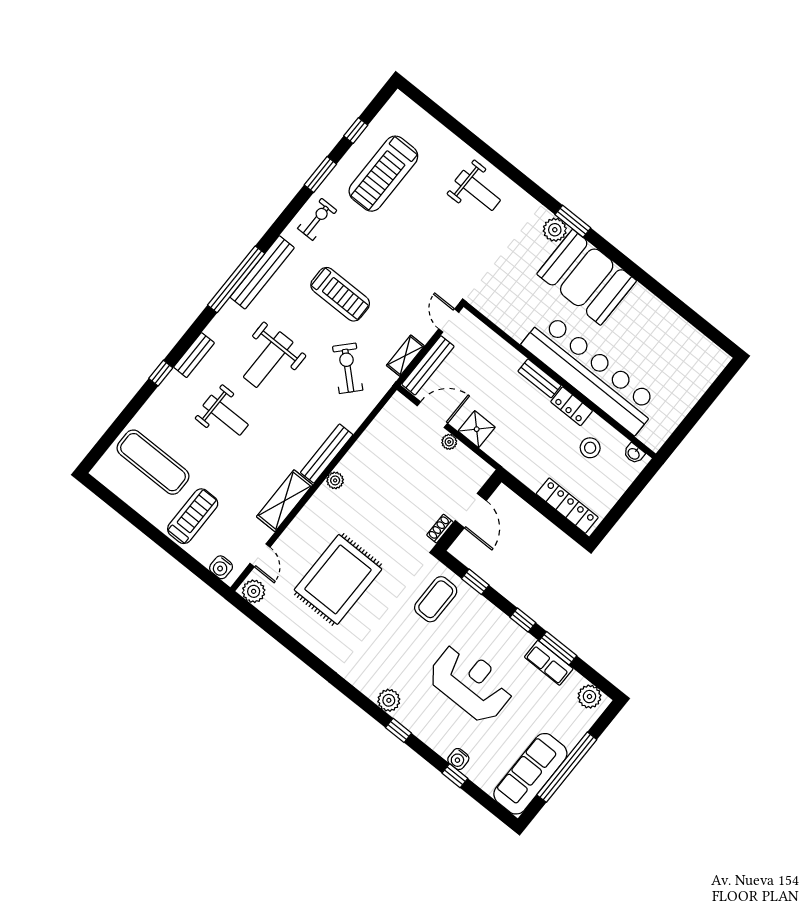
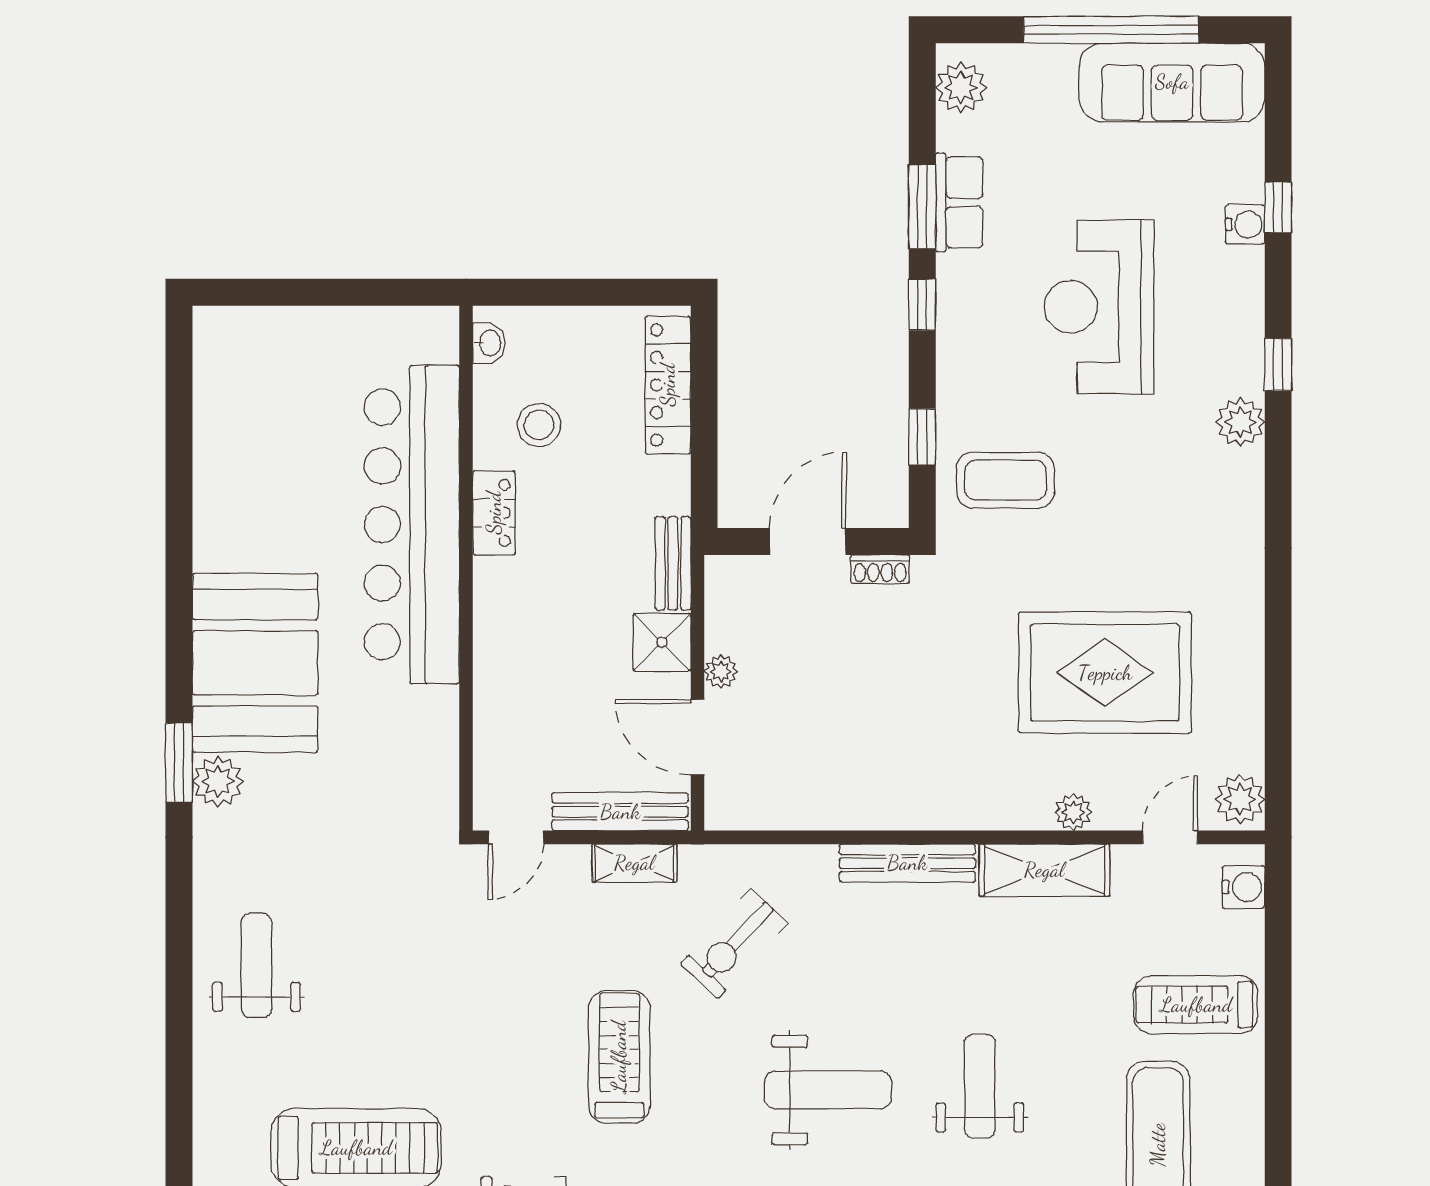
bench: (539, 378) -> (673, 563), moved
plant: (335, 480) -> (1073, 812), moved

